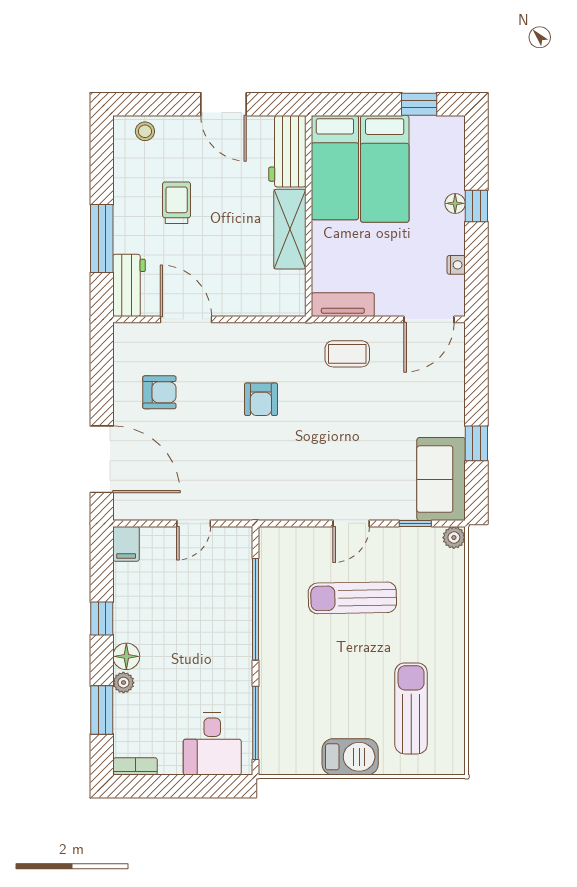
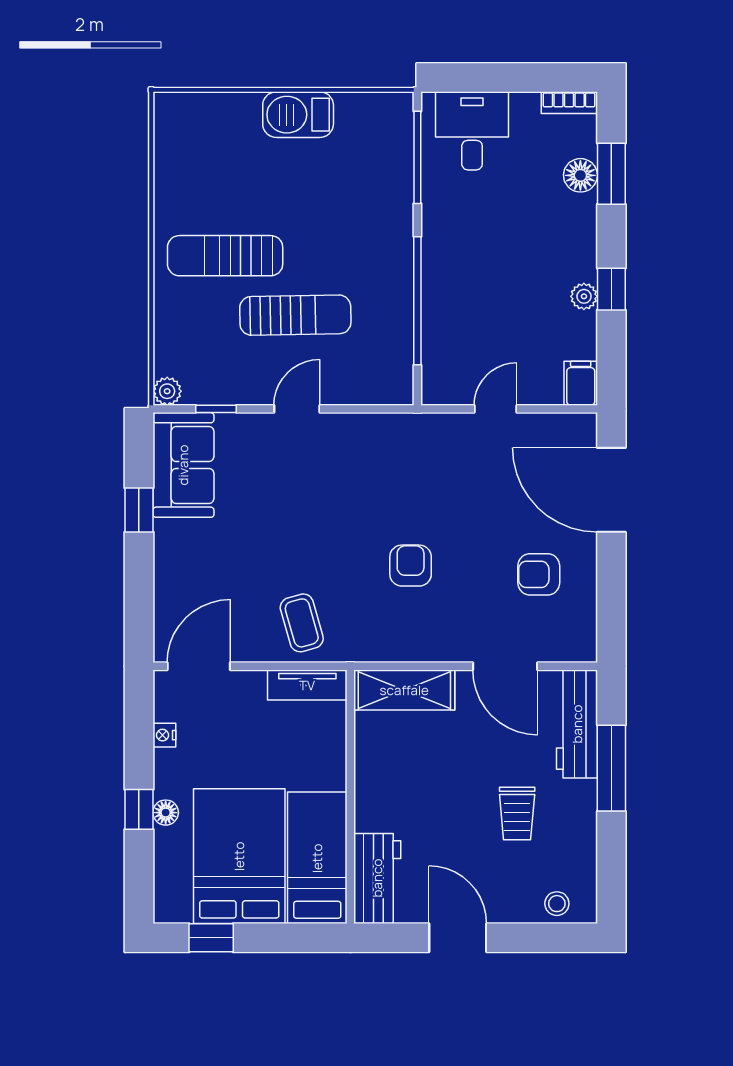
bed: (385, 169) -> (239, 856), width x1.50
shelving: (290, 229) -> (404, 690), moved, turned 90
workbench: (129, 285) -> (577, 724), width x1.38
coffee table: (347, 354) -> (302, 623), turned 74
floor lamp: (126, 656) -> (580, 175), moved
plant: (123, 683) -> (584, 296), moved
sun lounger: (411, 708) -> (225, 256), moved, turned 90

